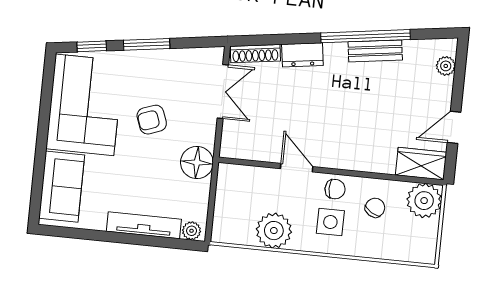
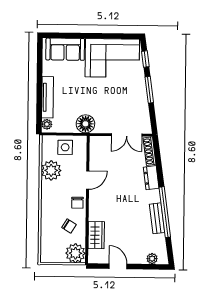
armchair: (152, 120) -> (107, 96), removed
wardrobe: (421, 164) -> (96, 235), moved
side table: (330, 222) -> (65, 147), moved

